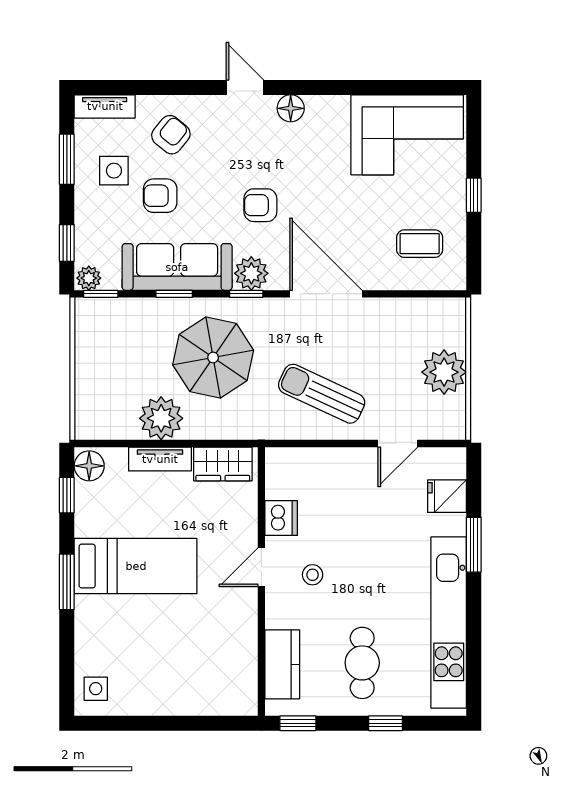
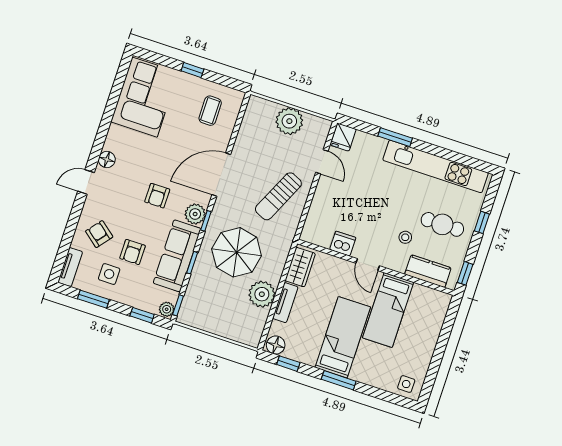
fridge: (447, 496) -> (343, 137), moved
stool: (313, 575) -> (405, 237), moved
bed: (201, 623) -> (388, 310), added

